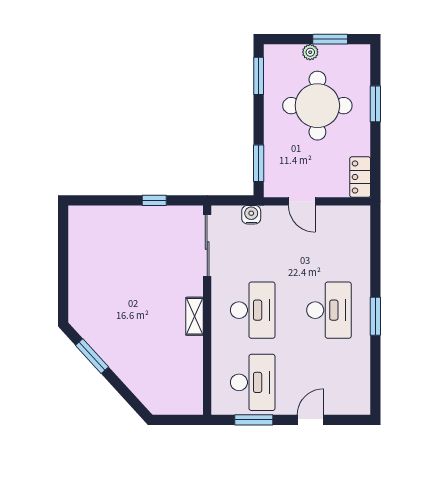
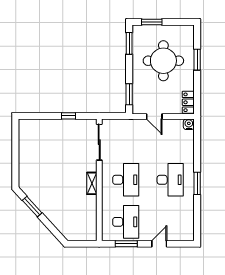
window: (330, 39) -> (152, 22), moved
plant: (310, 52) -> (159, 30), removed
water cooler: (251, 215) -> (189, 124), moved

